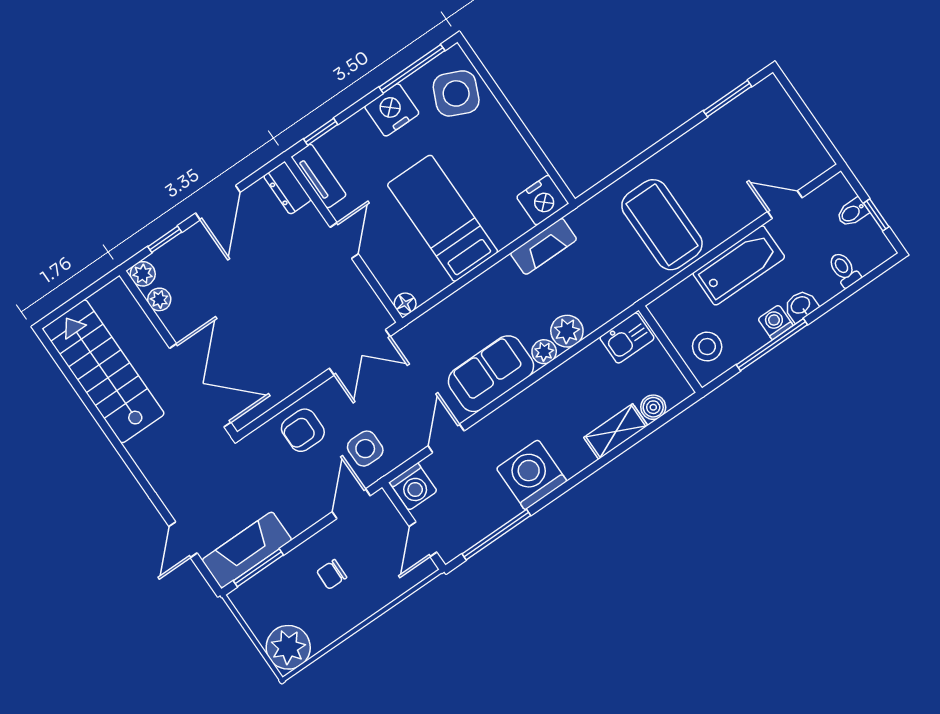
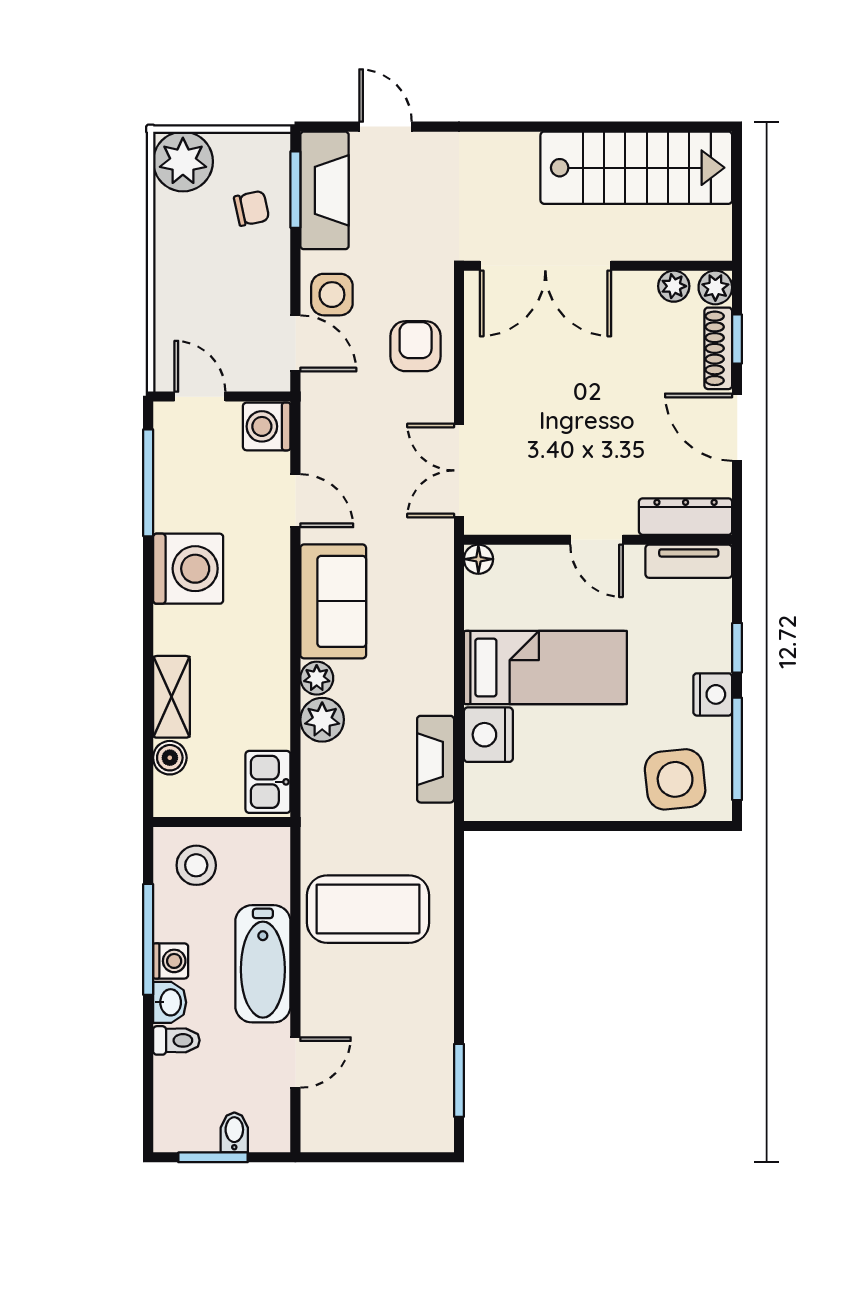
side table: (456, 93) -> (675, 779), turned -30
nightstand: (392, 110) -> (713, 694), width x0.74, depth x0.75
window: (321, 132) -> (737, 648), moved
dresser: (287, 188) -> (686, 517), width x1.44
nightstand: (543, 200) -> (488, 735), moved
window: (876, 215) -> (213, 1157), width x1.50
shoe rack: (178, 247) -> (718, 348), added
toilet: (844, 270) -> (176, 1040), moved
side table: (365, 449) -> (332, 295), moved
chair: (332, 574) -> (252, 208), moved, turned 77

